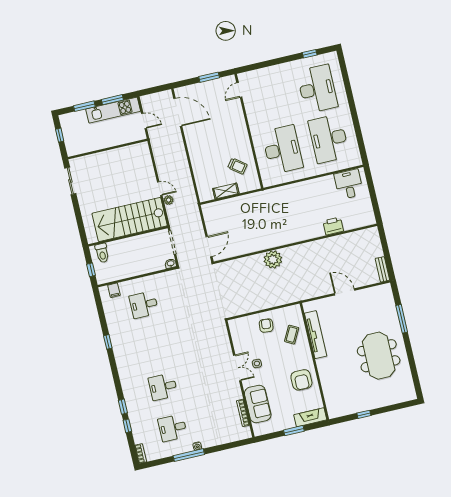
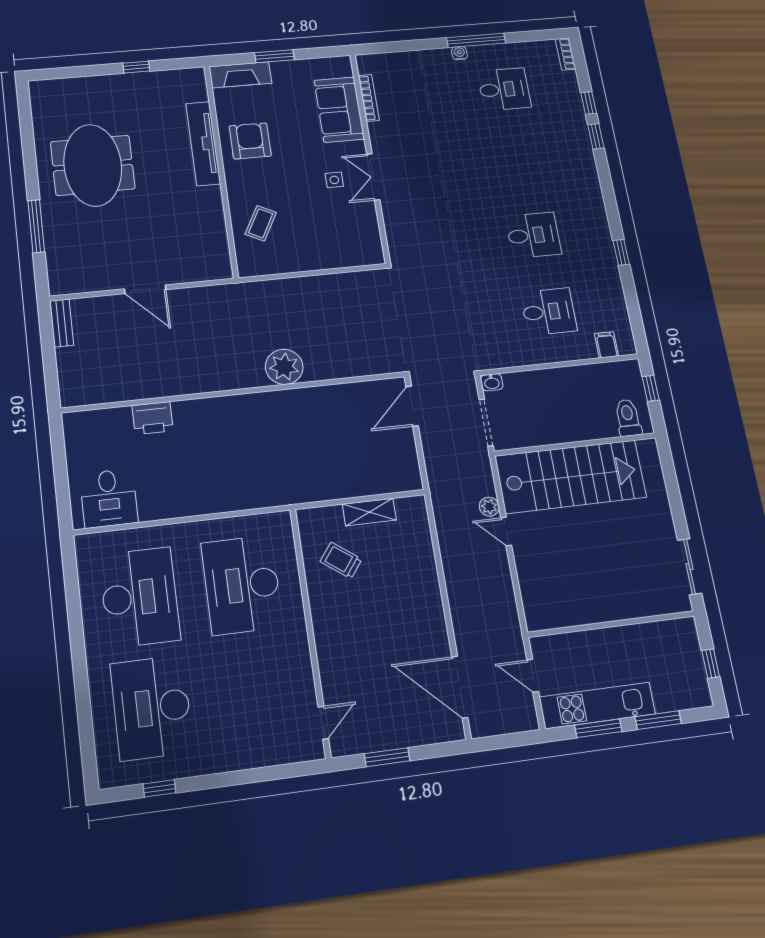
armchair: (266, 326) -> (310, 245), removed
tv unit: (316, 335) -> (203, 143), moved
desk: (163, 387) -> (533, 235), moved

